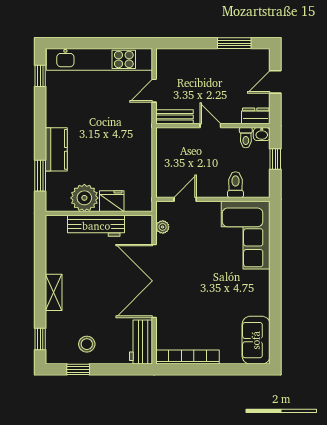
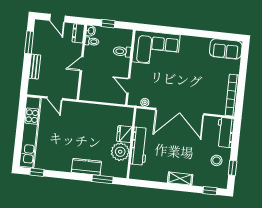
bench: (175, 117) -> (35, 67), moved
workbench: (141, 342) -> (225, 132), moved, turned 90

